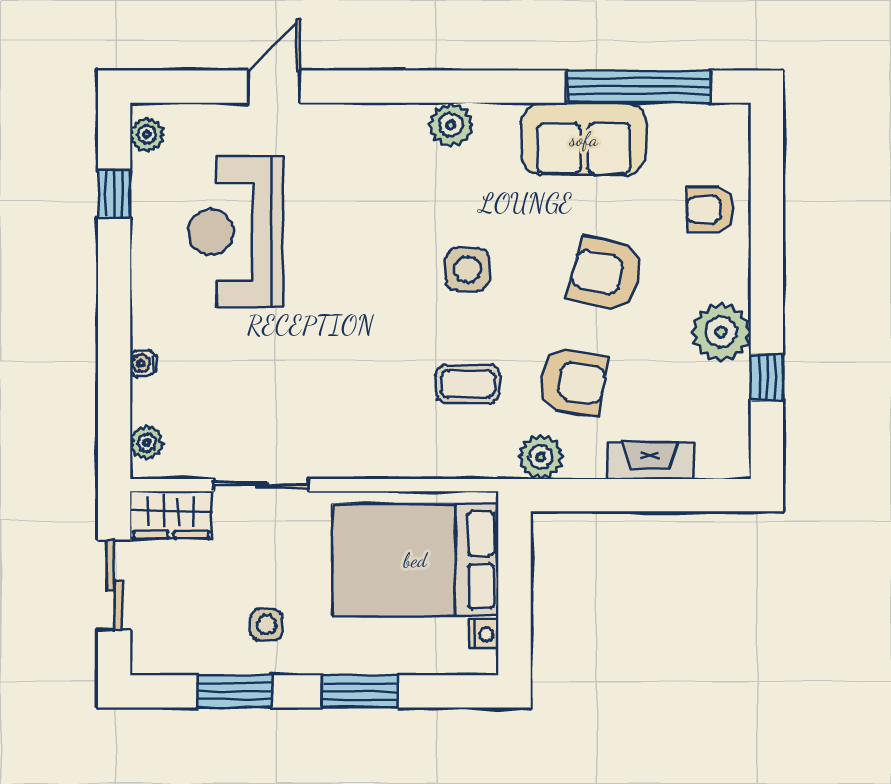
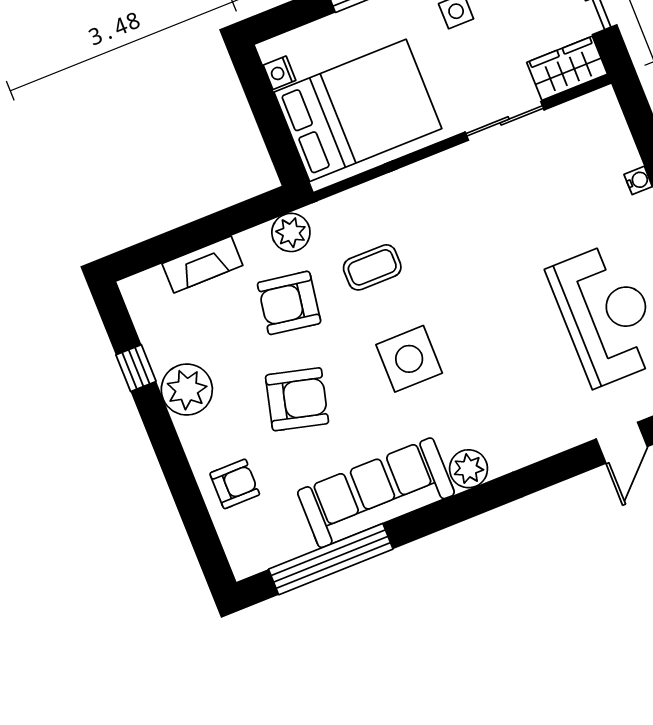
sofa: (584, 139) -> (376, 493), width x1.36
side table: (468, 269) -> (409, 359), width x1.37, depth x1.37
plant: (147, 443) -> (610, 118), removed

